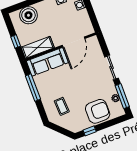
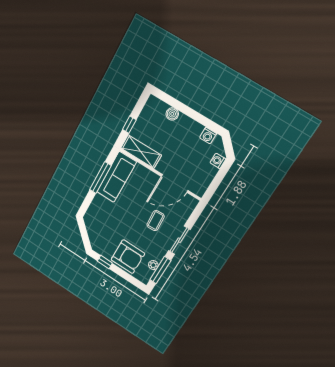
boiler: (28, 15) -> (172, 114), width x0.54, depth x0.54
sofa: (47, 62) -> (116, 177), moved, turned -90
coffee table: (62, 106) -> (156, 221), moved

